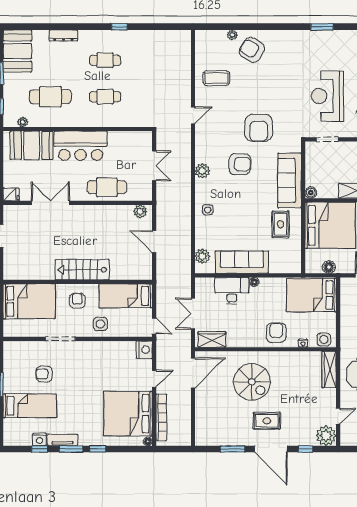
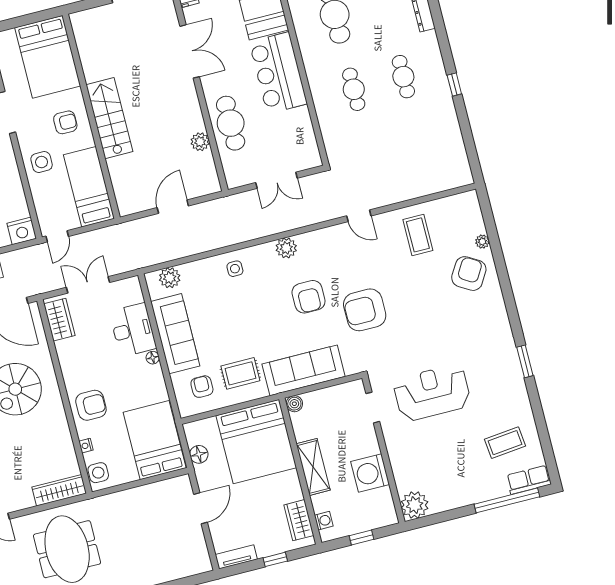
plant: (140, 211) -> (200, 142), moved
armchair: (283, 253) -> (202, 387), added

